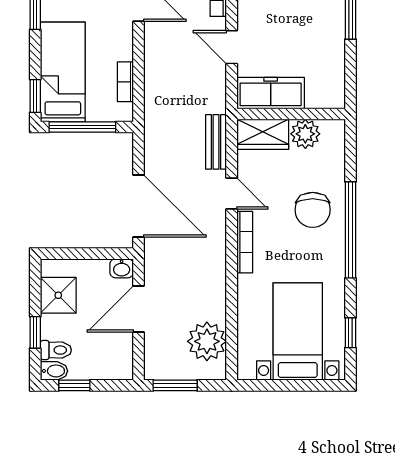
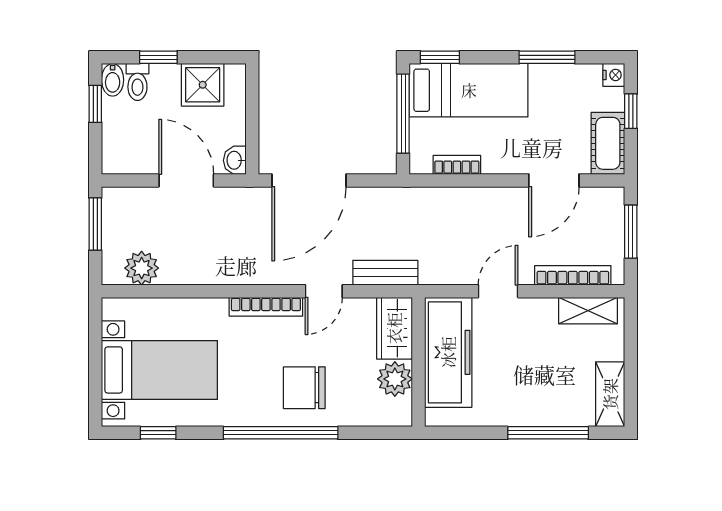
freezer: (271, 93) -> (448, 352), width x1.36, depth x1.26
plant: (207, 341) -> (142, 268), width x0.73, depth x0.73

